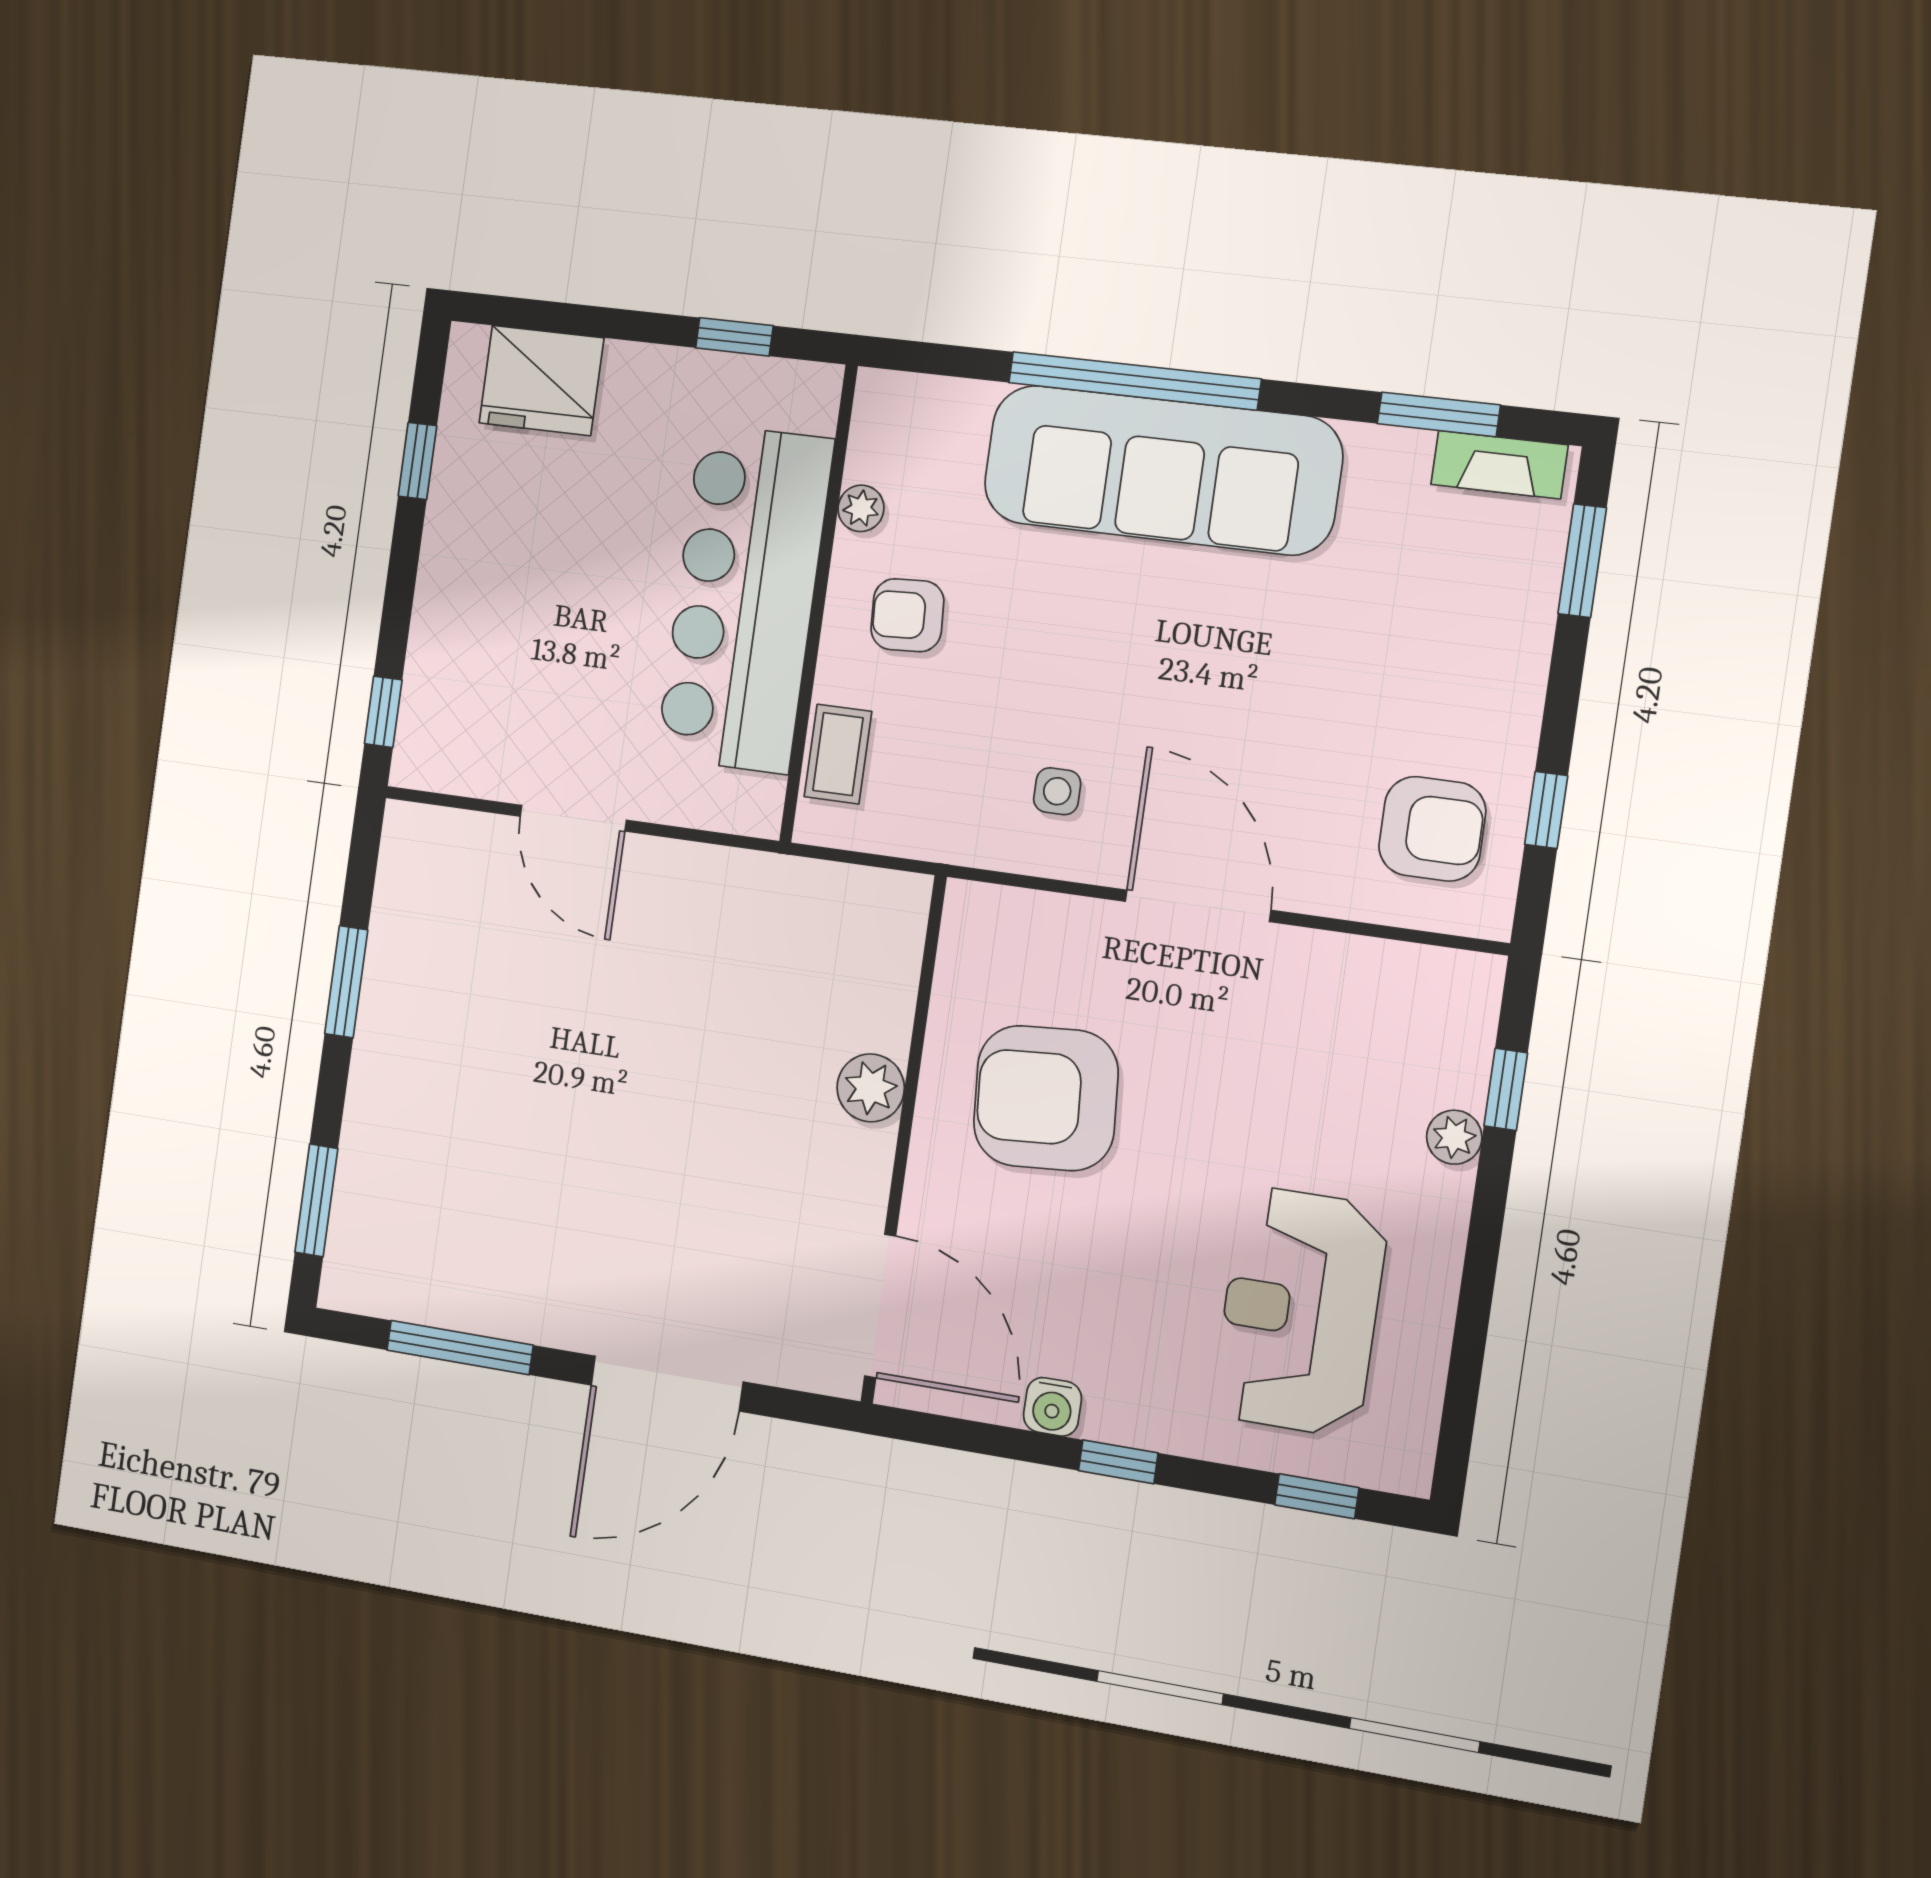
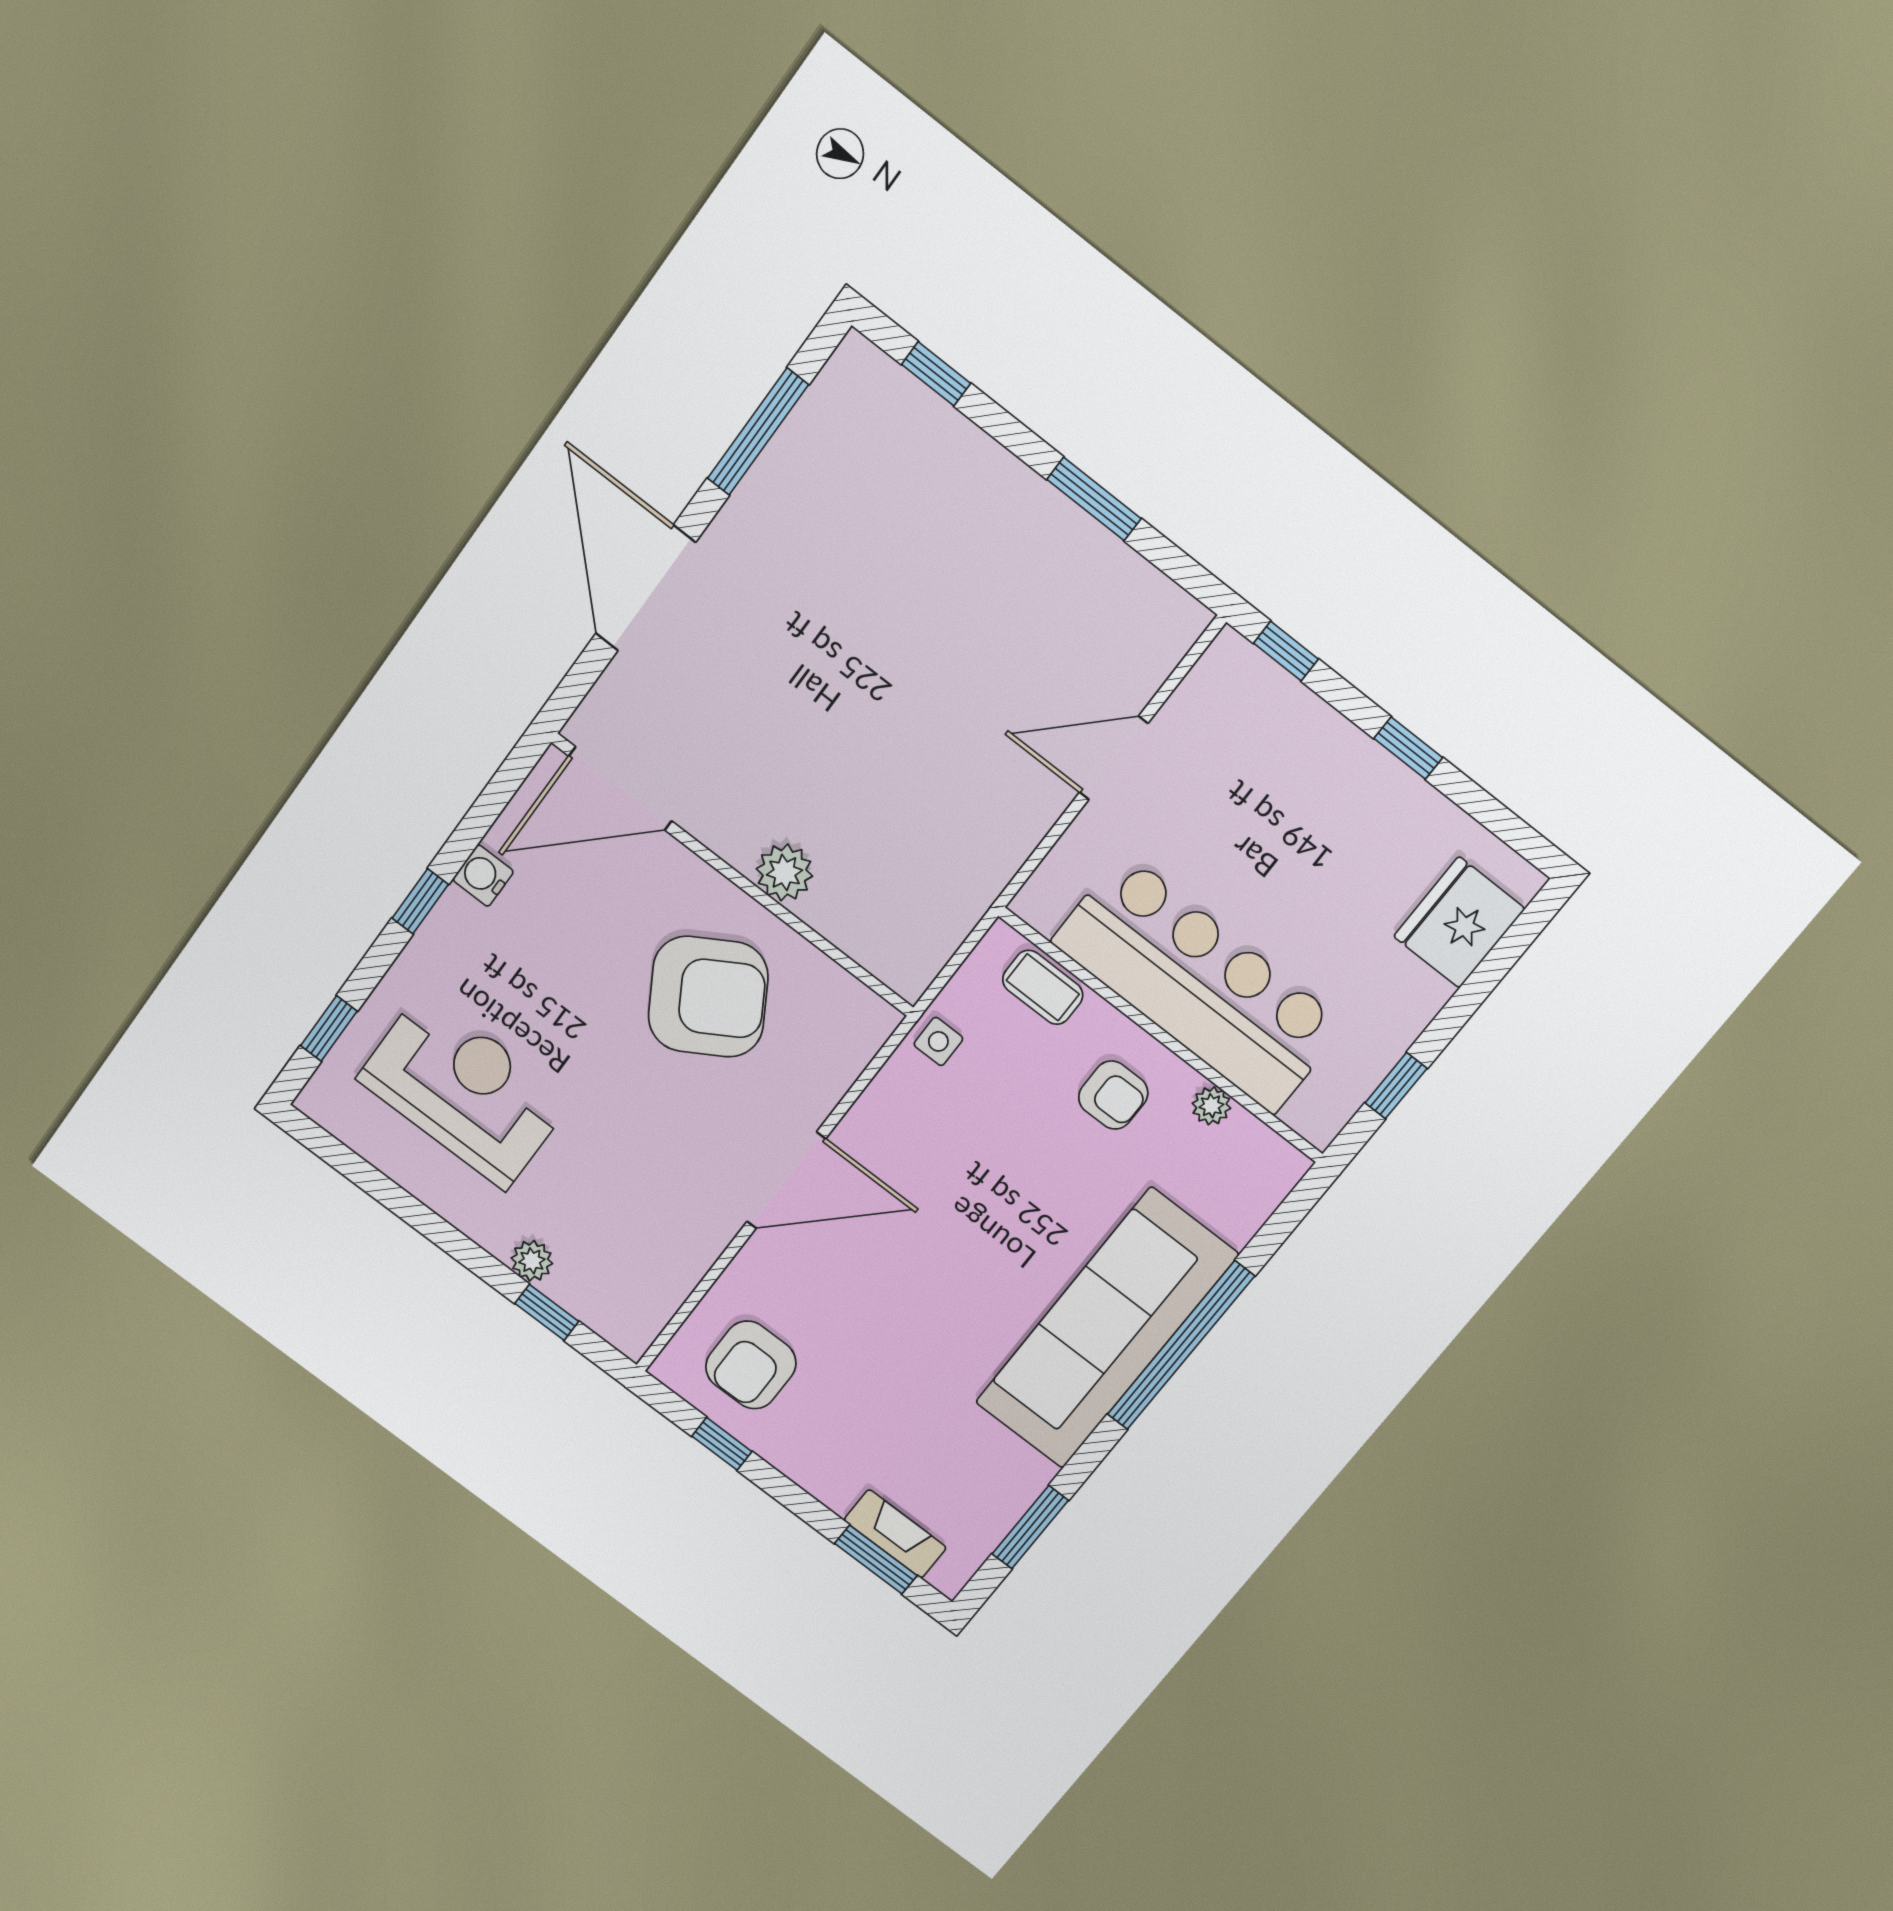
window: (417, 461) -> (1408, 748), moved
fireplace: (1499, 465) -> (895, 1534), moved, turned 90
armchair: (907, 615) -> (1113, 1095), turned 93
side table: (1057, 791) -> (938, 1041), moved
armchair: (1046, 1098) -> (708, 997), turned 63
window: (316, 1200) -> (936, 374), width x0.67

